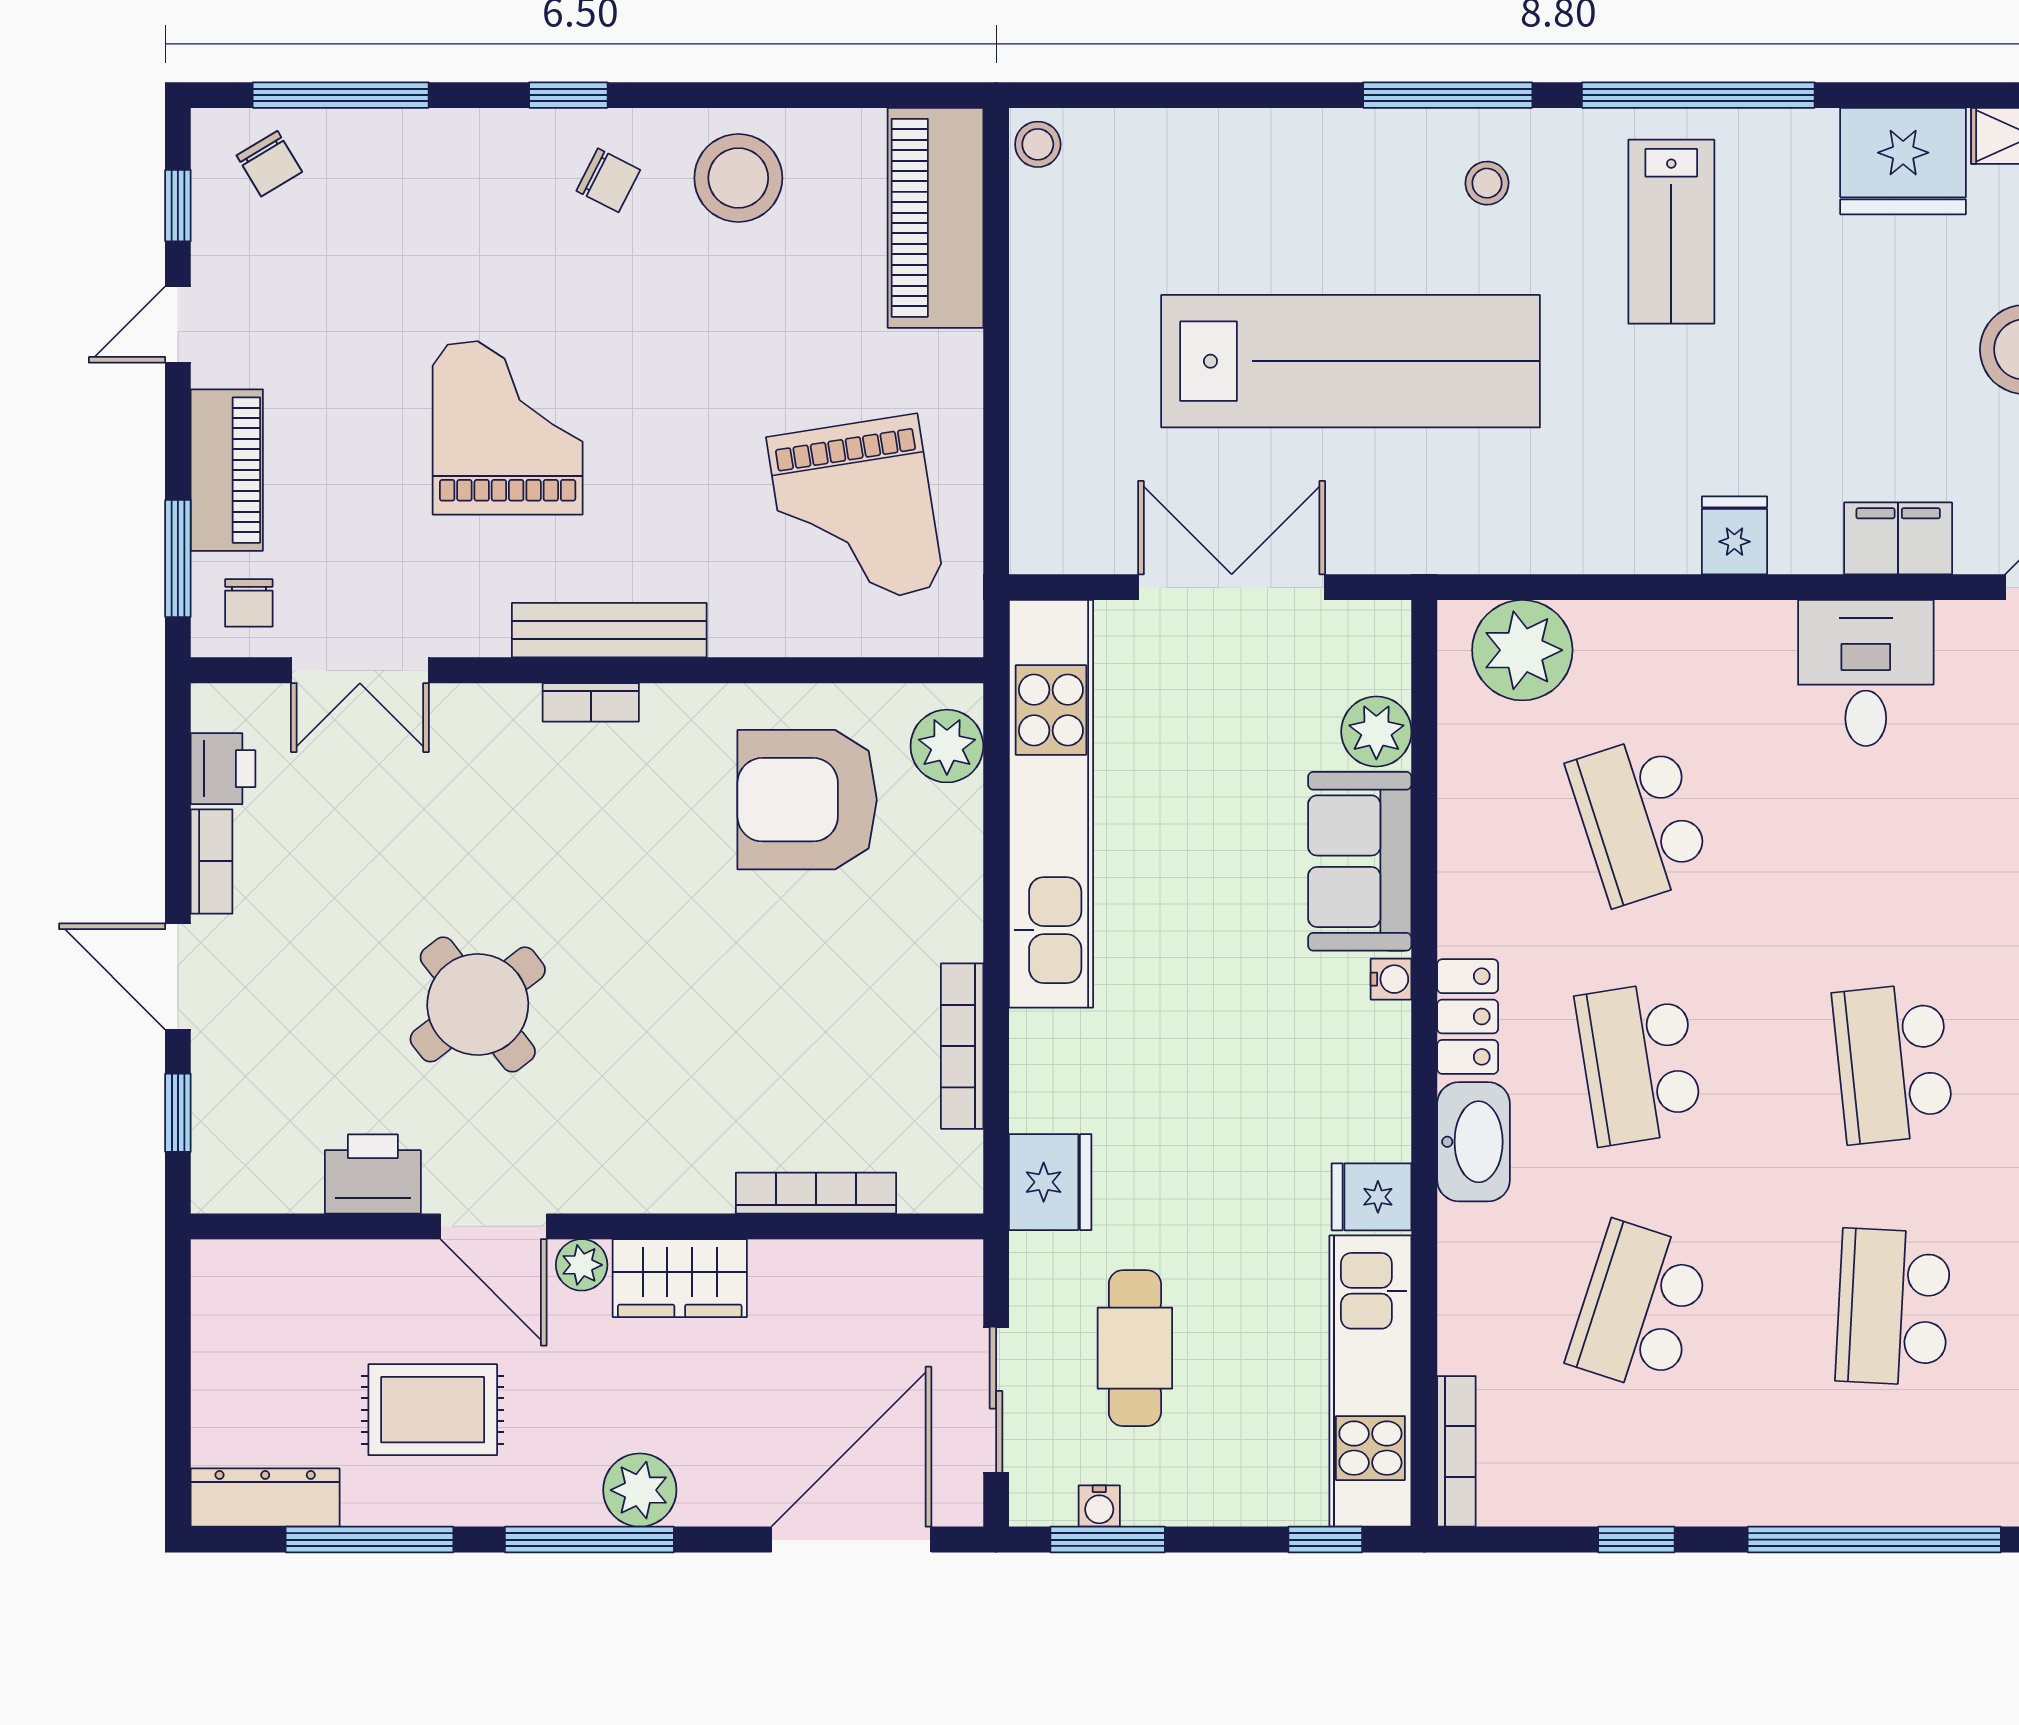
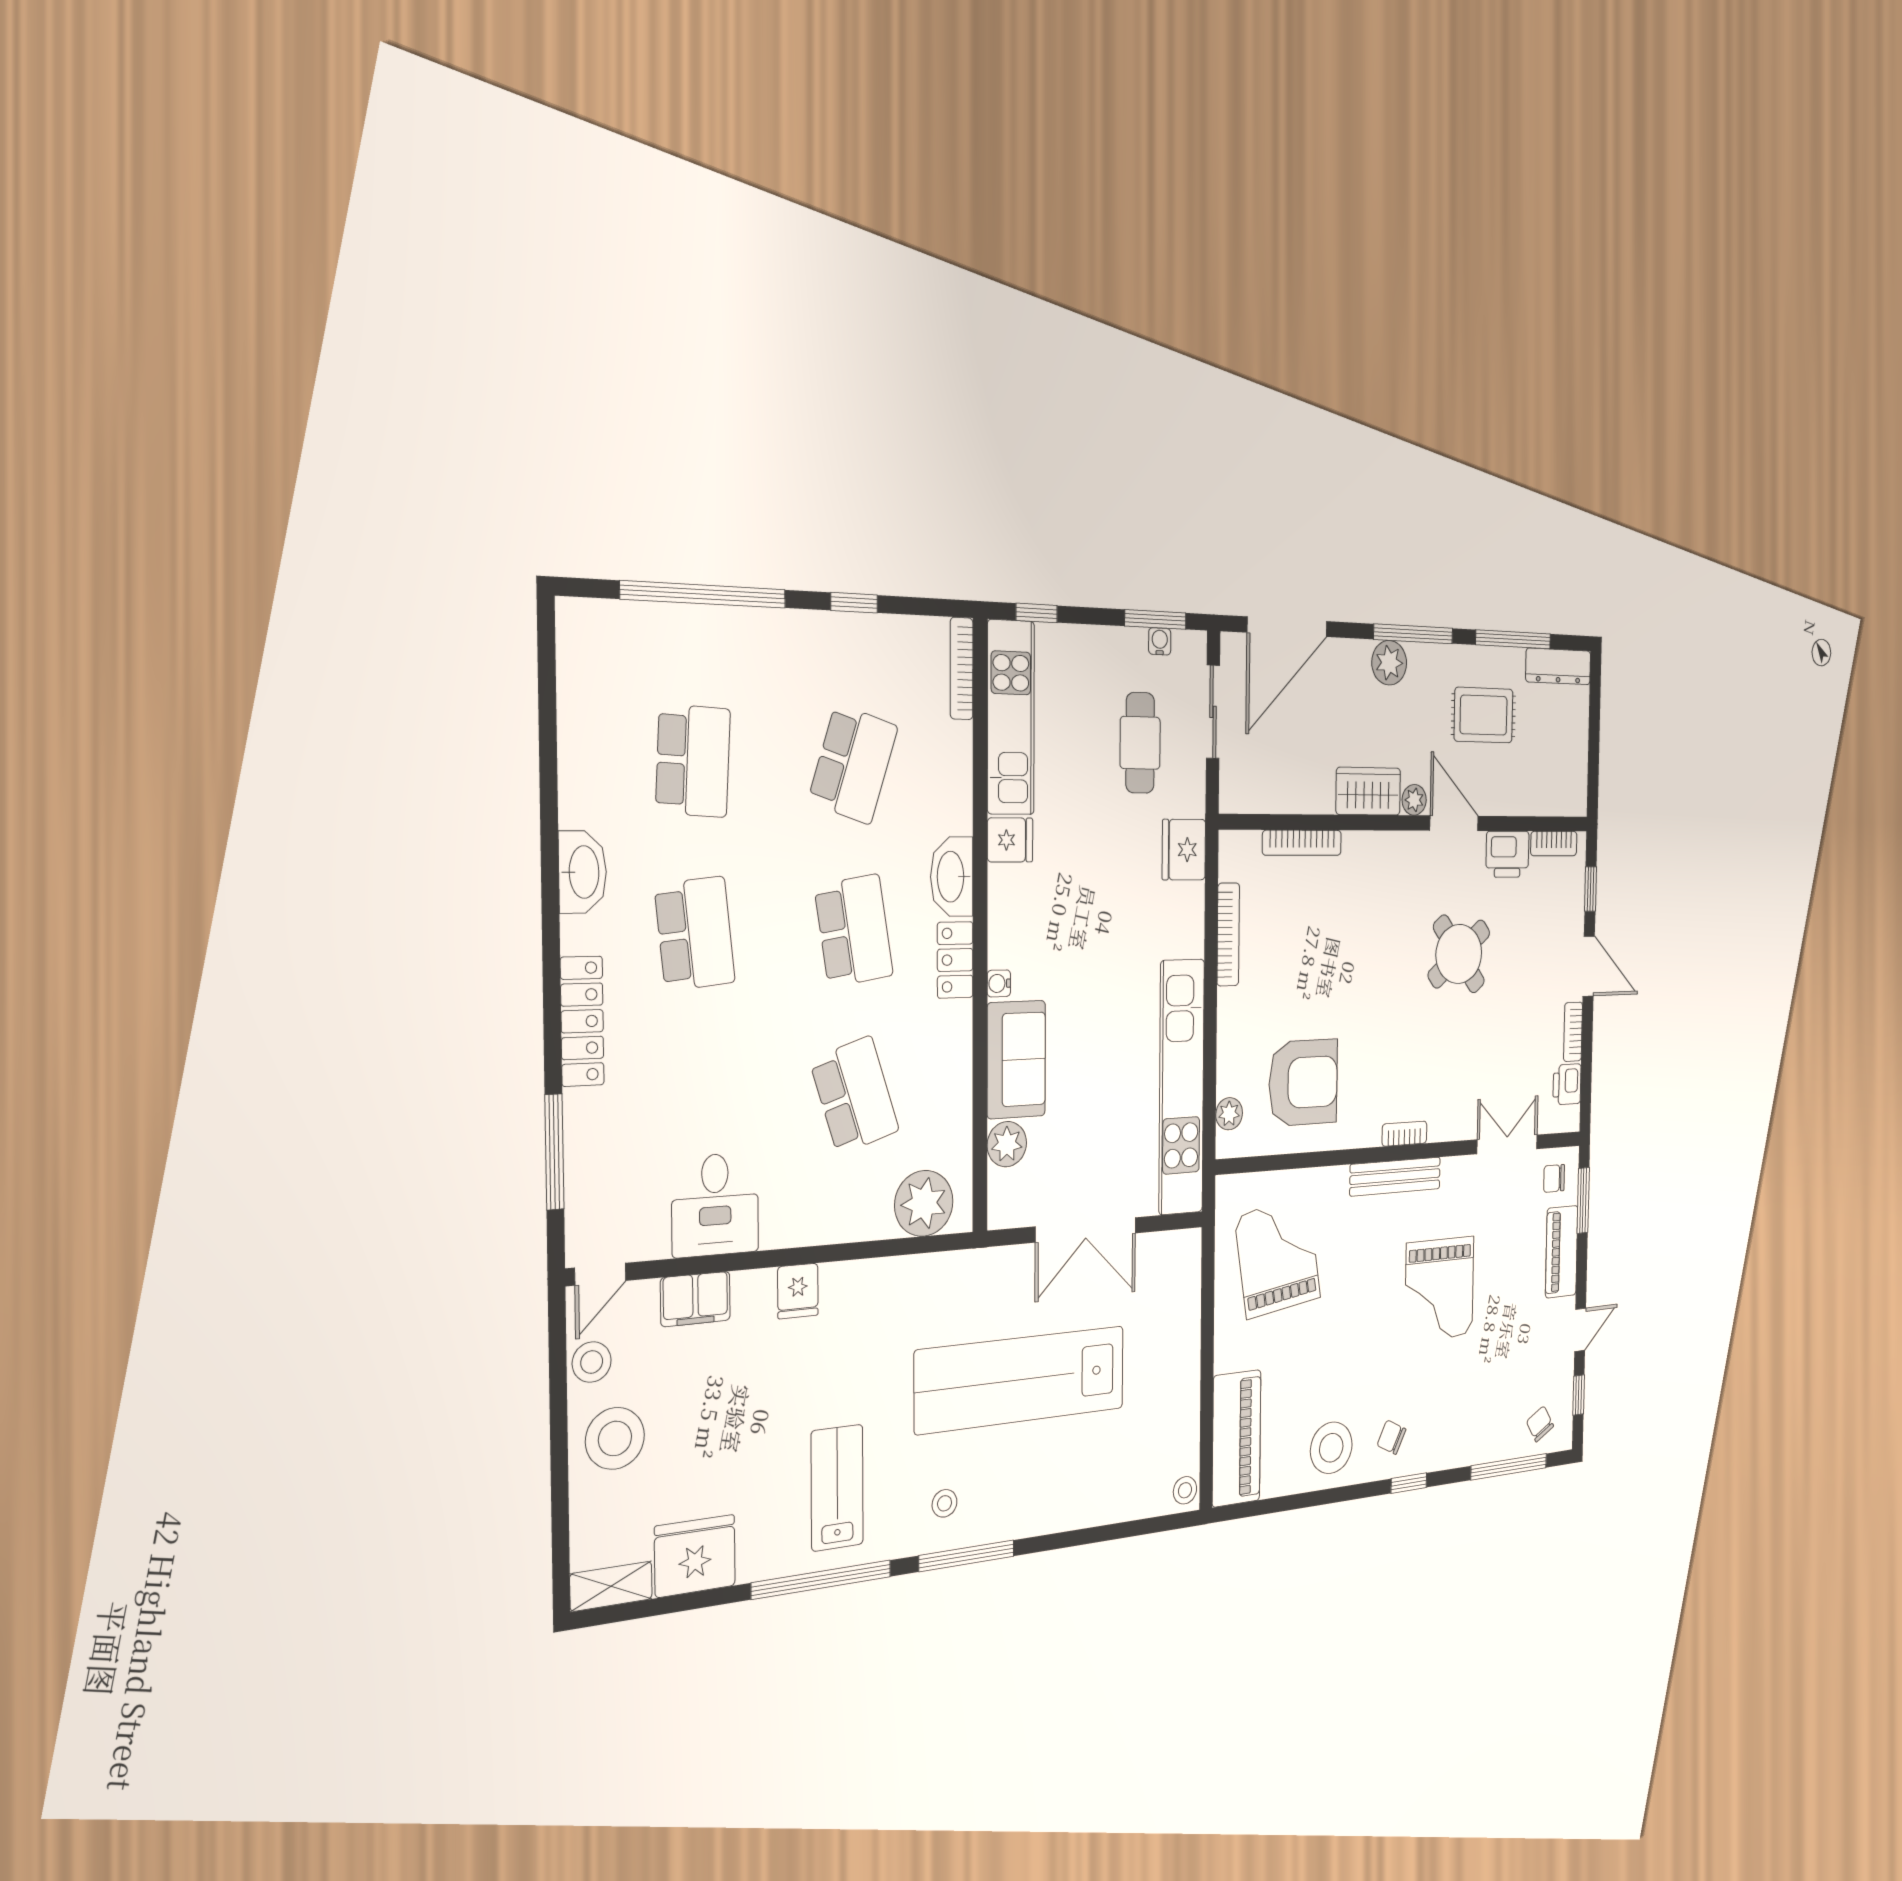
chair: (249, 603) -> (1554, 1178), turned -90
plant: (947, 746) -> (1229, 1114), width x0.73, depth x0.73
bookcase: (267, 1192) -> (1554, 844), added

